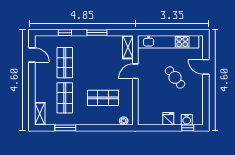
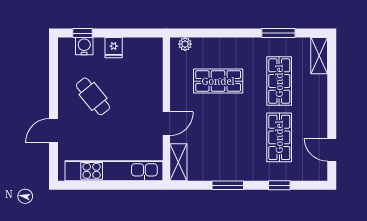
door: (206, 67) -> (54, 131), swing flipped
cafe table: (175, 77) -> (93, 96), moved

